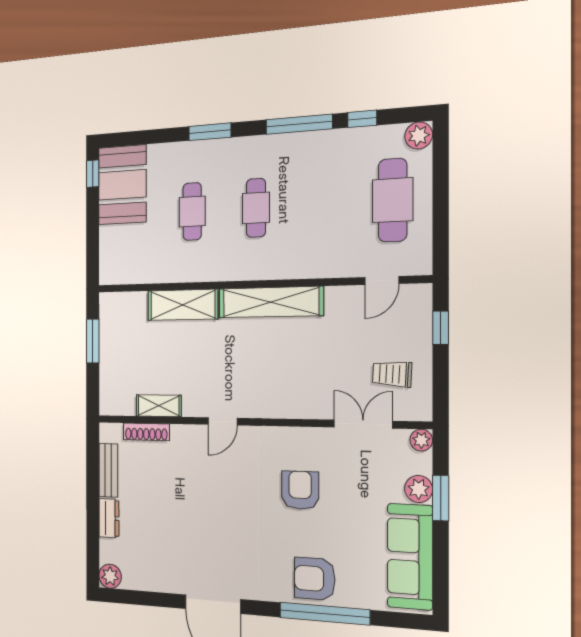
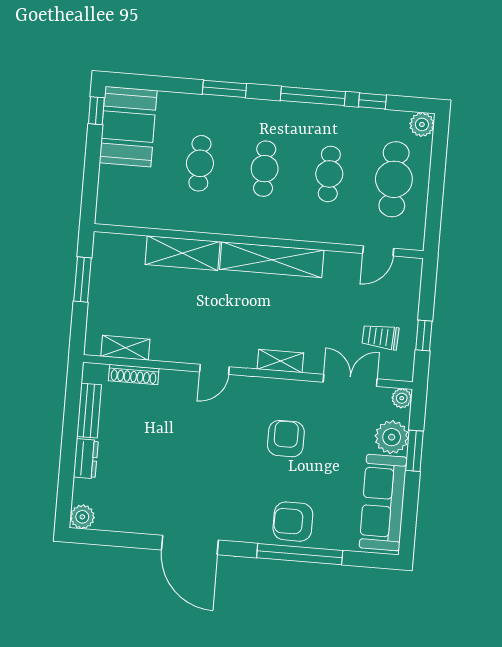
cafe table: (323, 204) -> (329, 174), added
window: (441, 328) -> (424, 335), moved
shelving: (159, 406) -> (125, 348), moved
shelving: (288, 408) -> (280, 361), added
plant: (419, 489) -> (392, 437), width x1.36, depth x1.36

